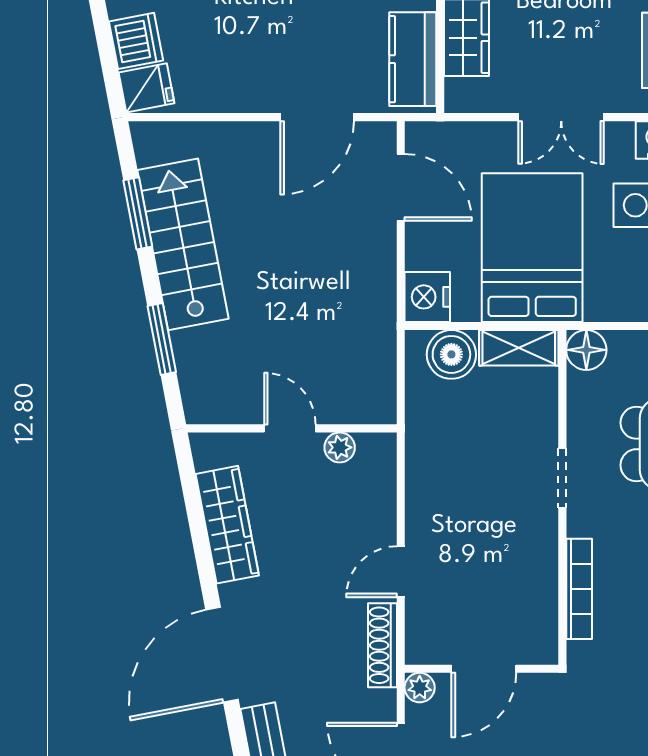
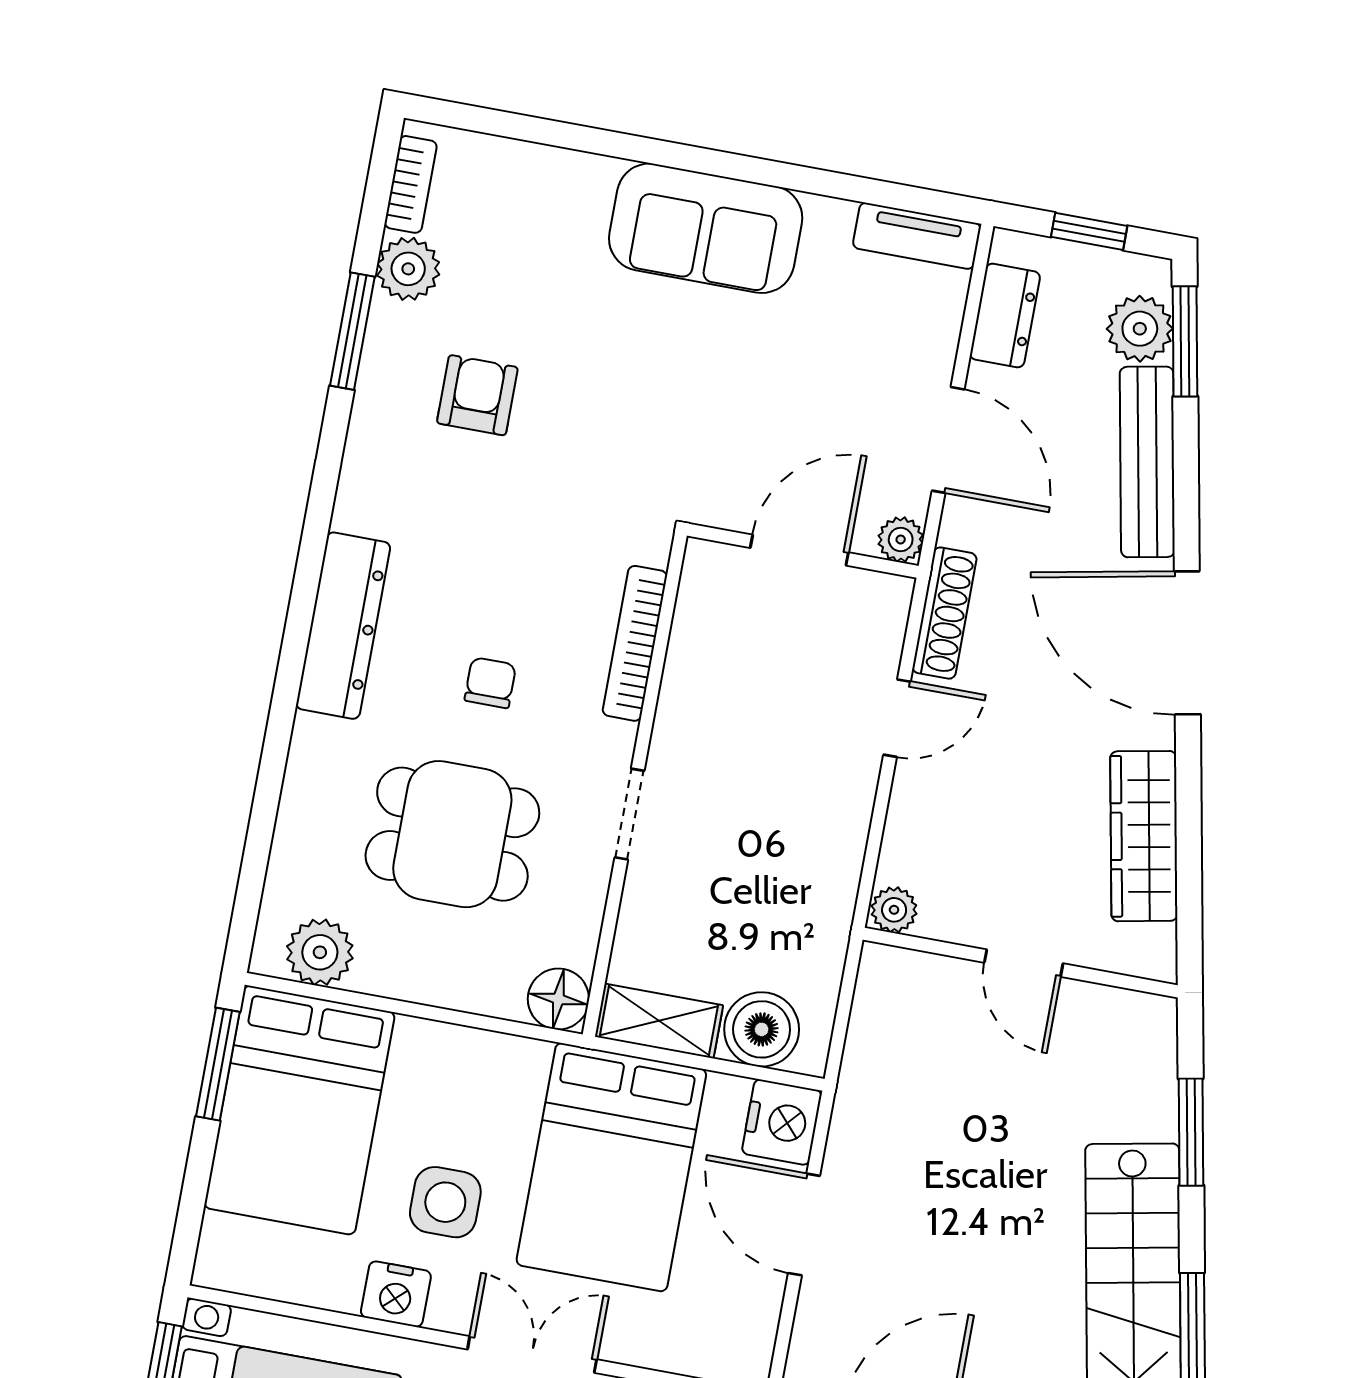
door: (401, 187) -> (804, 1224), moved
plant: (340, 447) -> (894, 910), moved
door: (222, 655) -> (1187, 643), swing flipped

